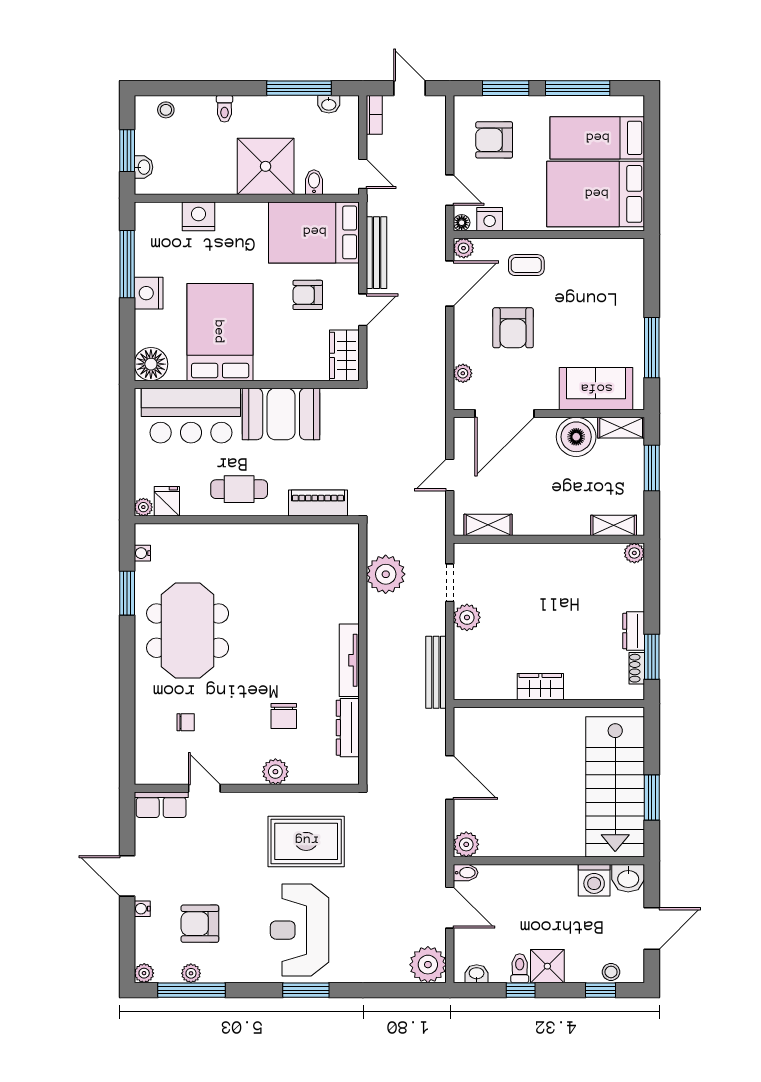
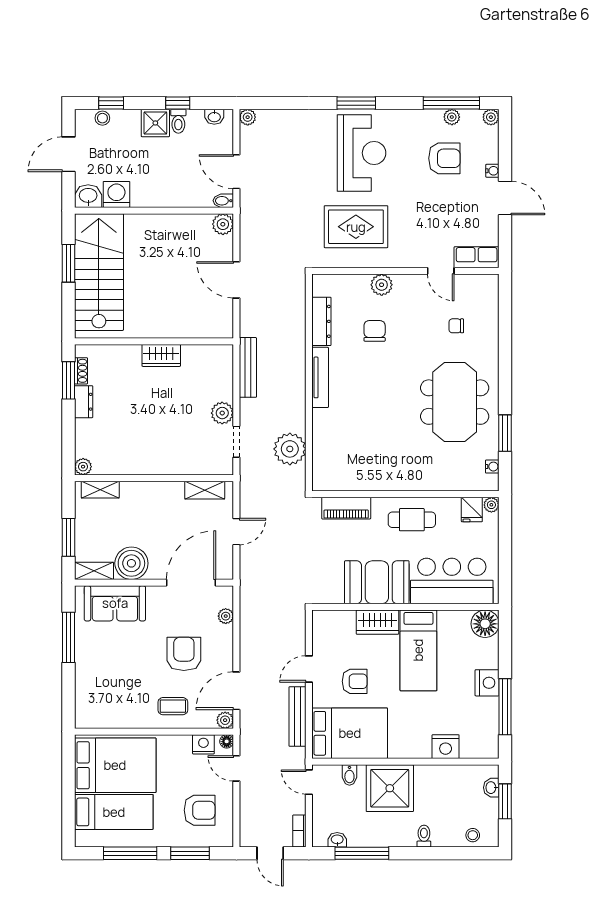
bed: (220, 332) -> (418, 650), width x0.67
wardrobe: (344, 355) -> (377, 622), moved, turned 90
plant: (428, 965) -> (248, 117), width x0.53, depth x0.53

